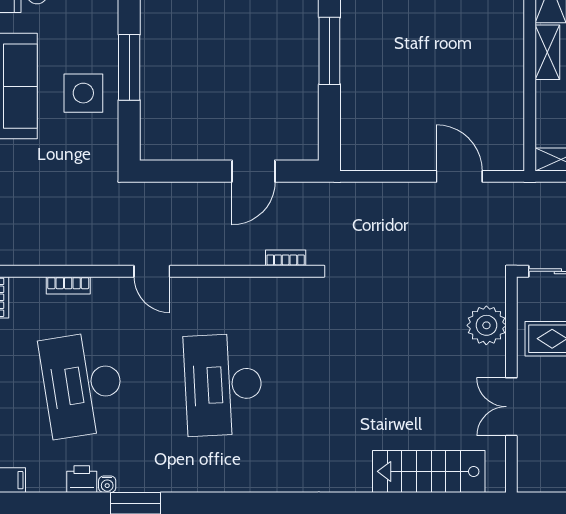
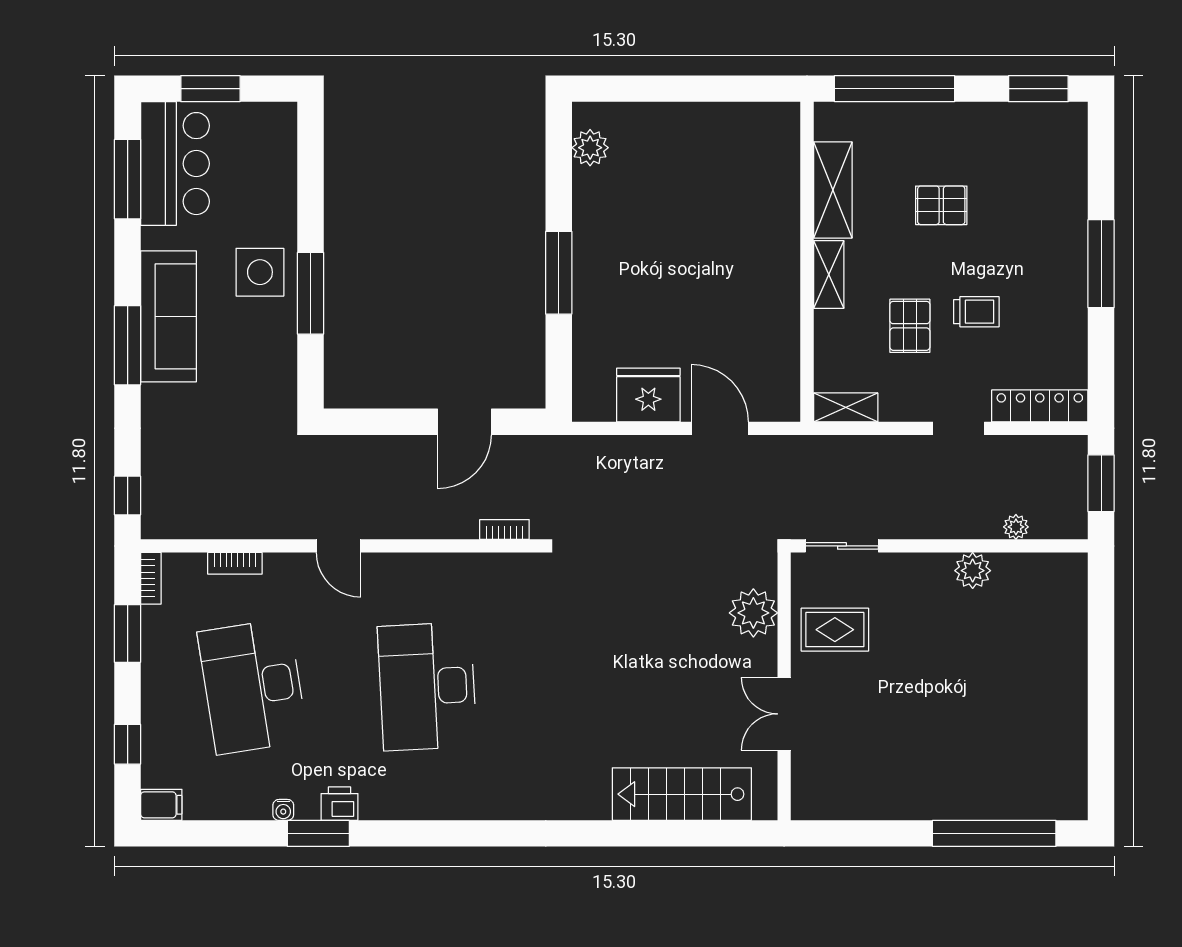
side table: (83, 93) -> (260, 272), moved
fridge: (402, 149) -> (648, 395), added
printer: (82, 479) -> (340, 804), moved

